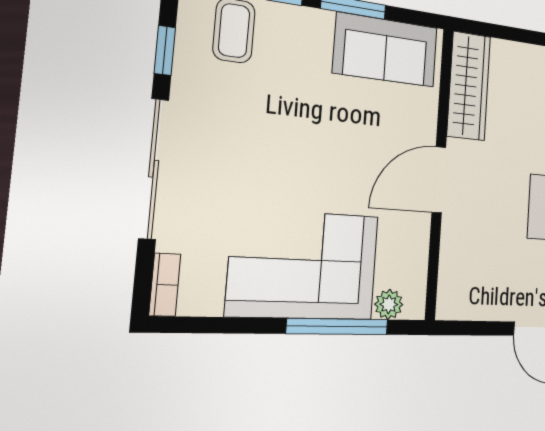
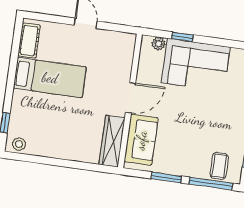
sofa: (386, 50) -> (141, 140), moved, turned 90
window: (338, 327) -> (182, 37), width x0.46

